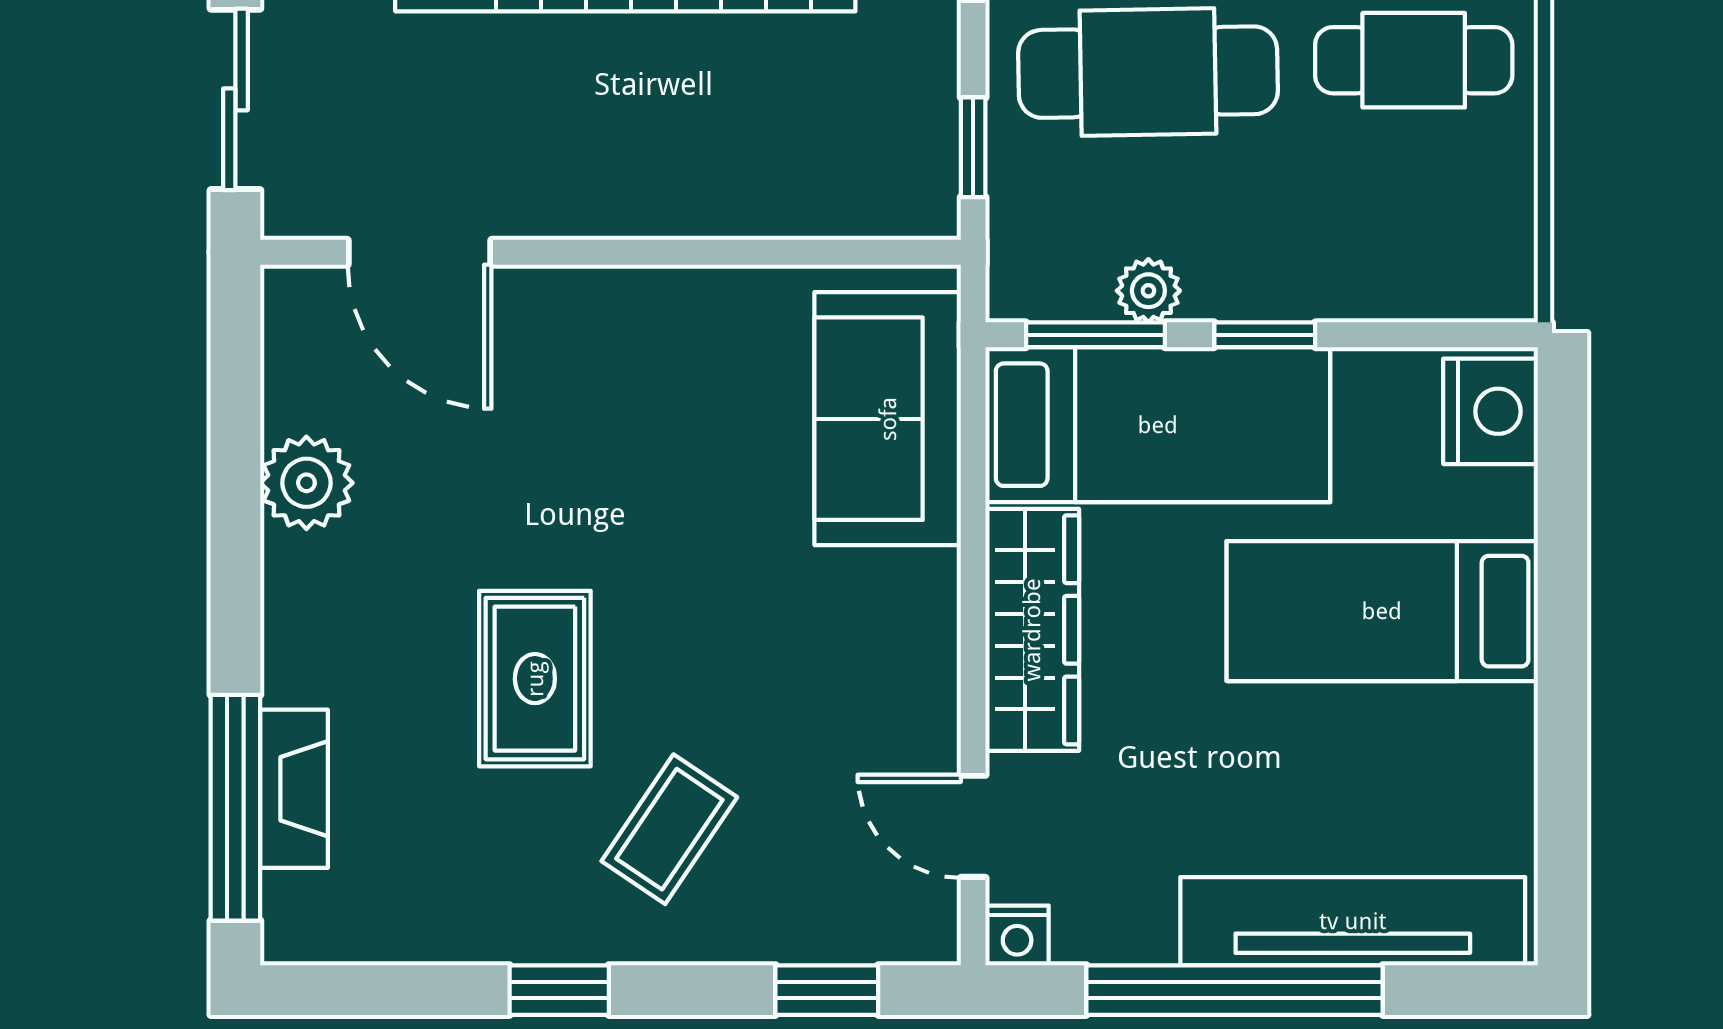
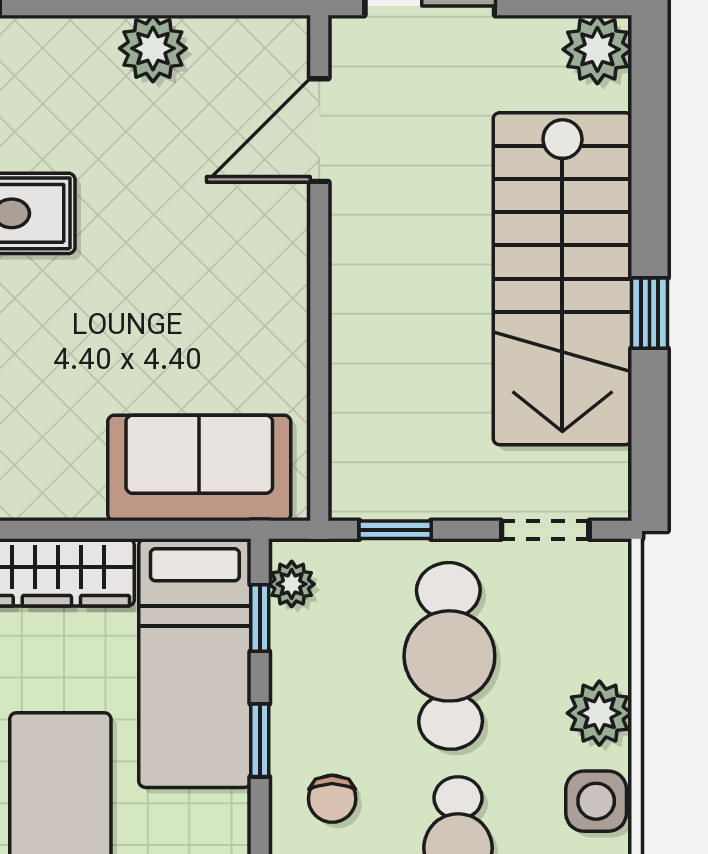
chair: (1346, 235) -> (332, 799), added
plant: (1148, 291) -> (292, 584), moved
window: (1095, 335) -> (260, 618), width x0.67

